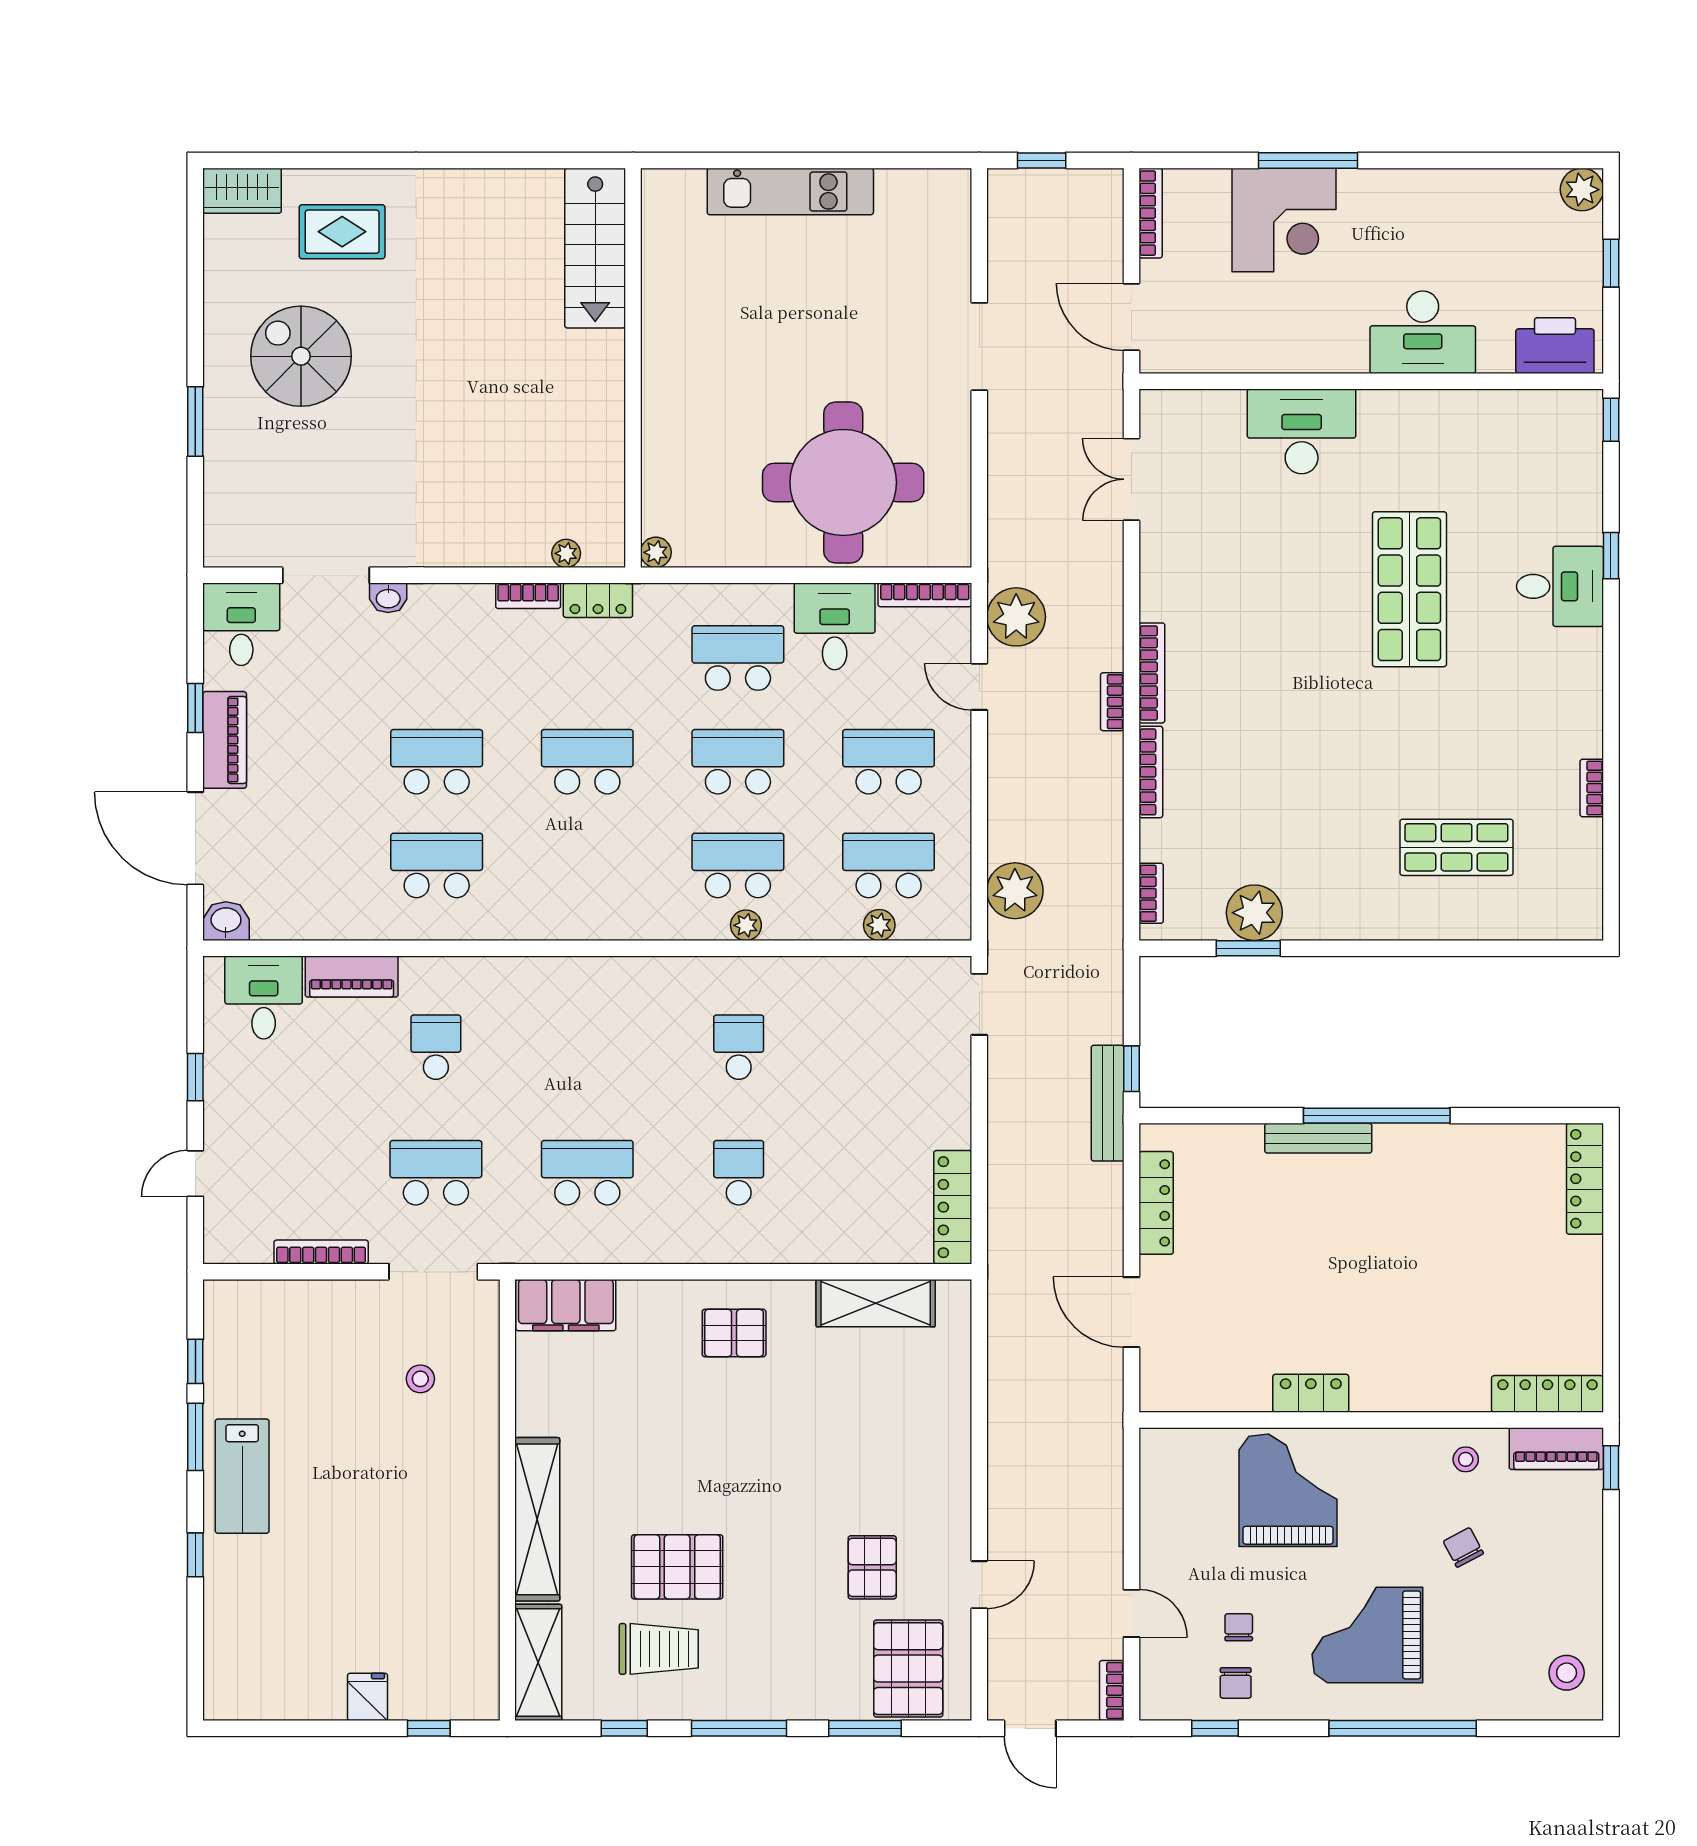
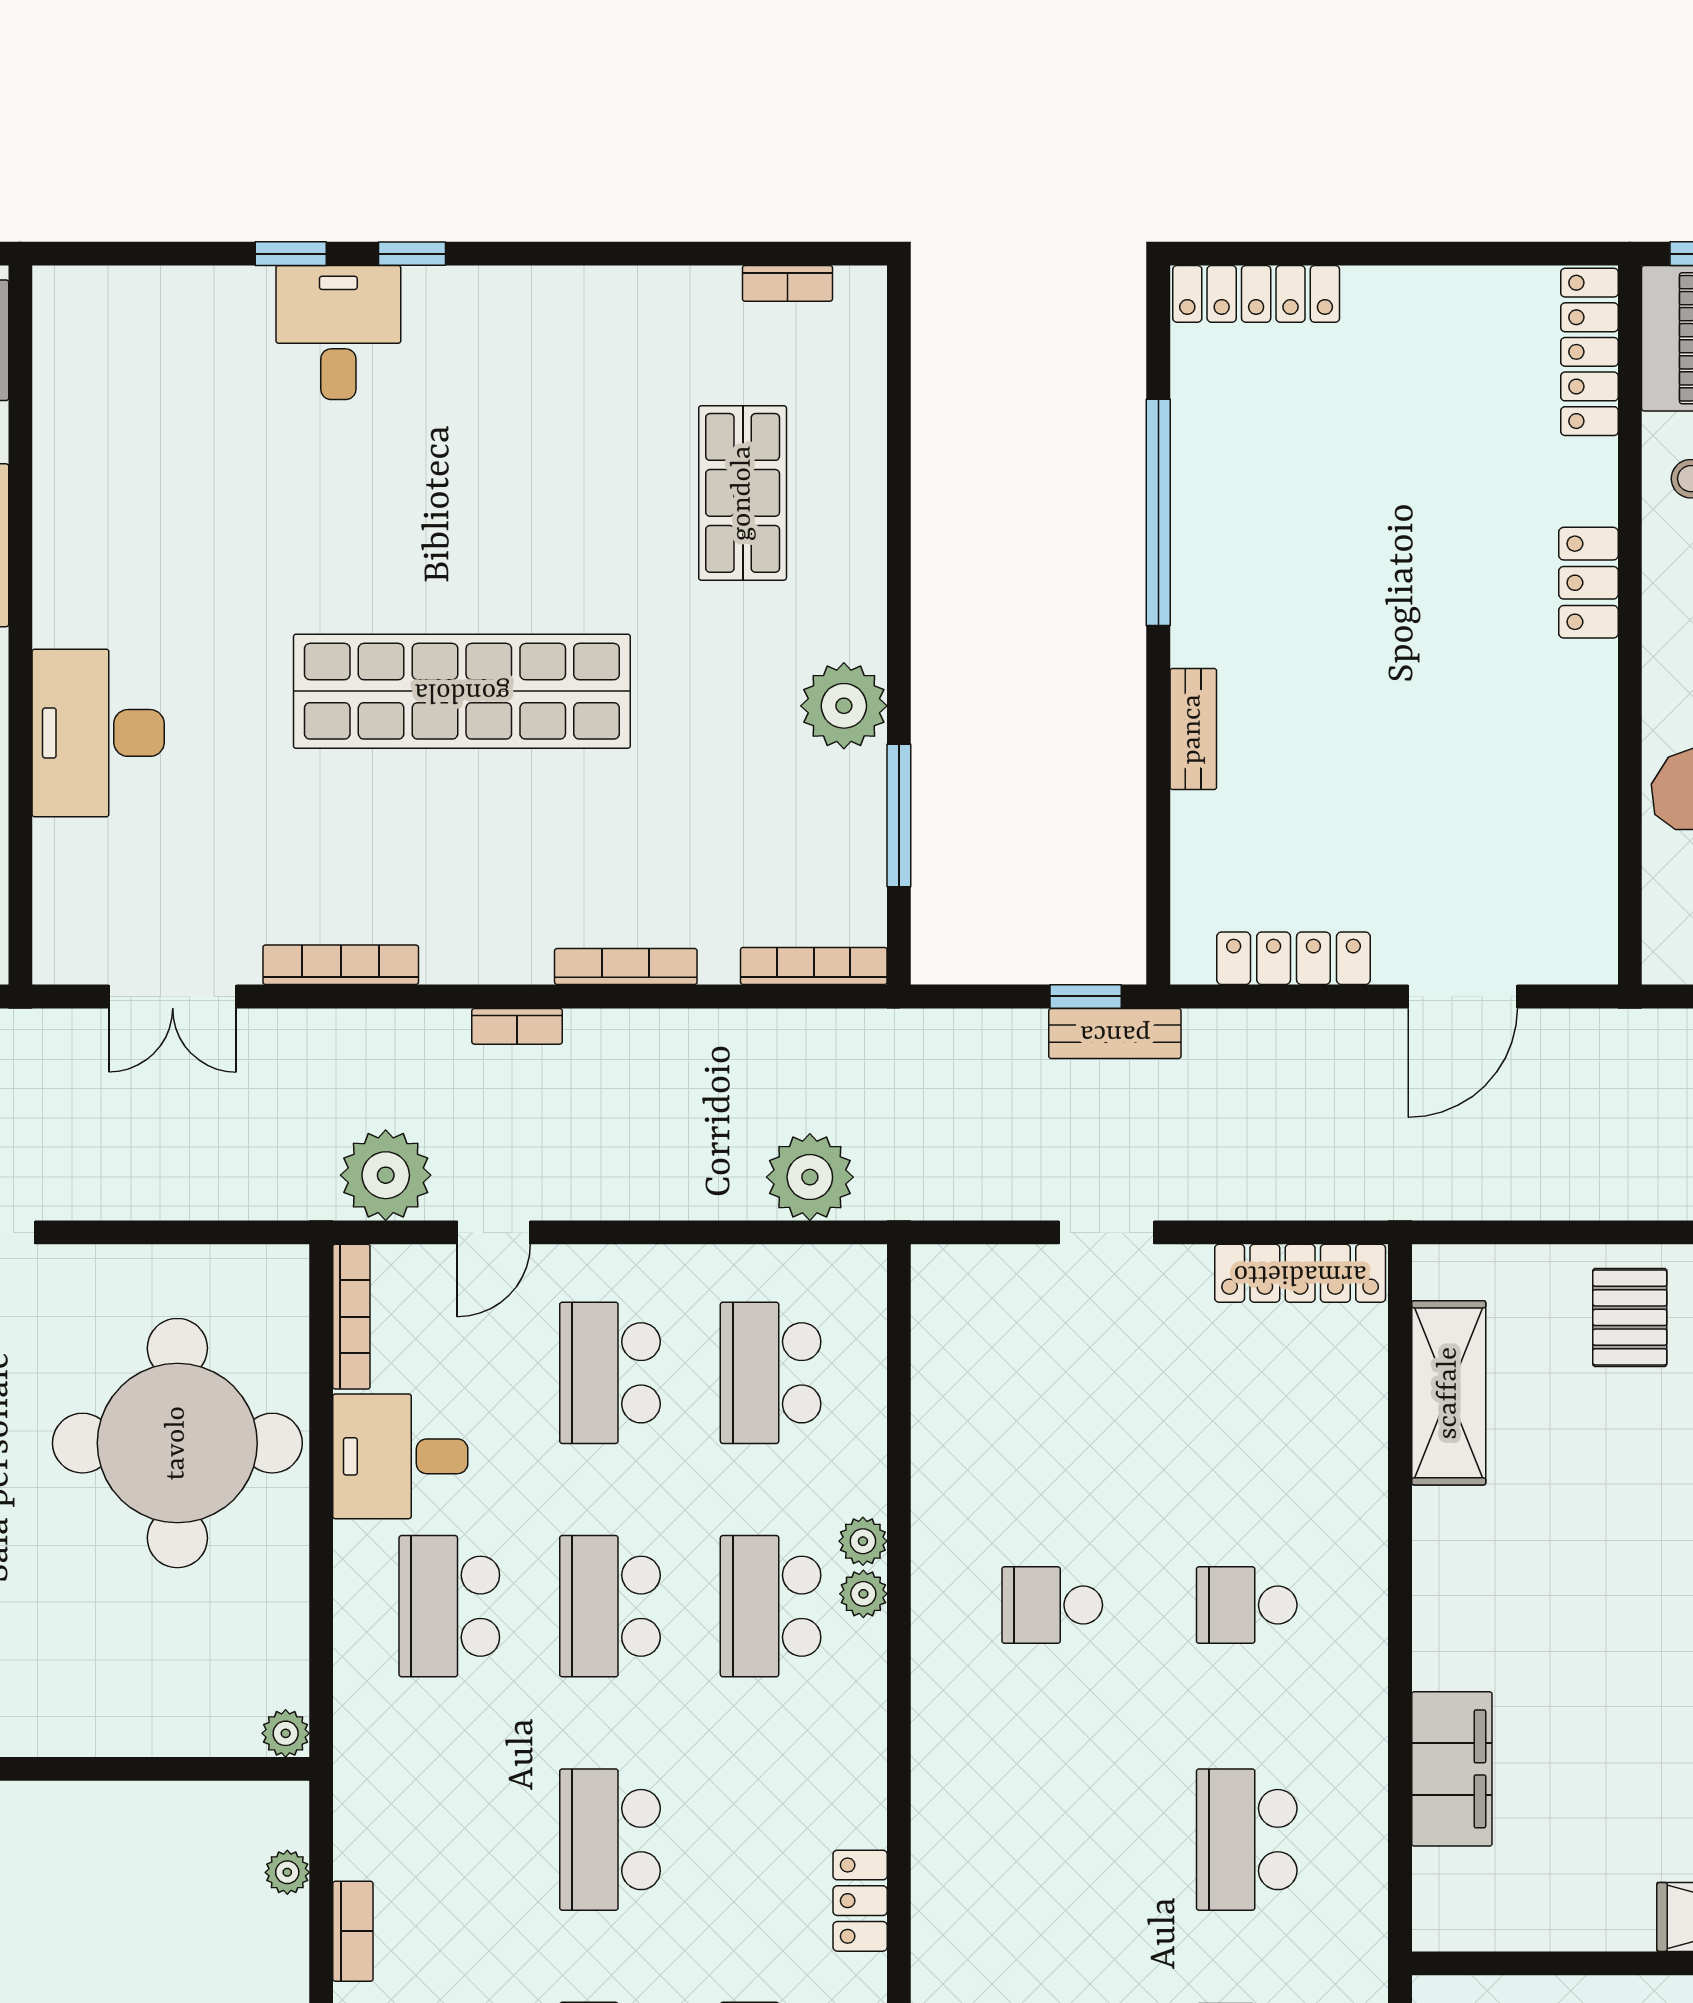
window: (1611, 420) -> (412, 254), moved
shop shelf: (1409, 589) -> (462, 691), moved, width x1.40
locker: (598, 600) -> (860, 1901), moved, turned 180
bookcase: (1152, 673) -> (341, 965), moved
bookcase: (1592, 788) -> (787, 283), moved
bookcase: (1151, 893) -> (814, 966), width x1.56
plant: (1254, 913) -> (844, 706), moved
plant: (879, 925) -> (863, 1541), moved
window: (1248, 948) -> (899, 815), width x1.44
doorway: (979, 1004) -> (1106, 1232), moved
bench: (1108, 1103) -> (1115, 1033), width x0.73
window: (1377, 1116) -> (1158, 512), moved
bench: (1318, 1138) -> (1193, 729), width x0.73
filing cabinet: (566, 1305) -> (1452, 1769), moved
pallet: (734, 1333) -> (1630, 1317), moved
locker: (1311, 1393) -> (1589, 583), moved

